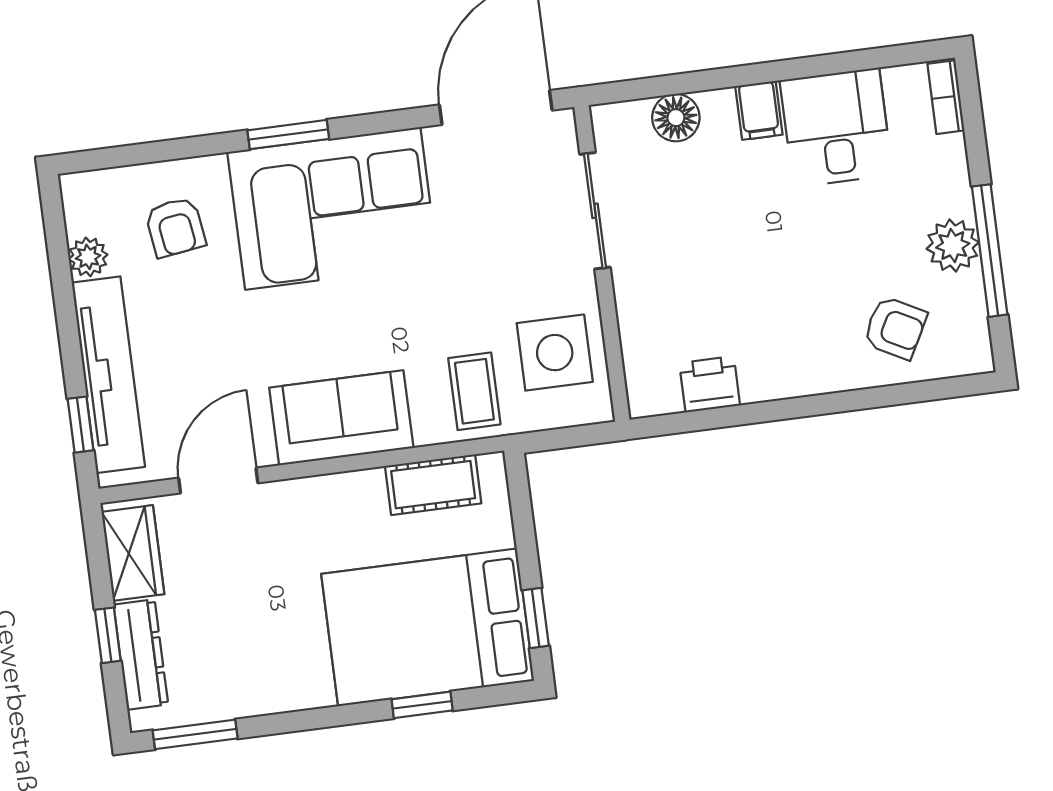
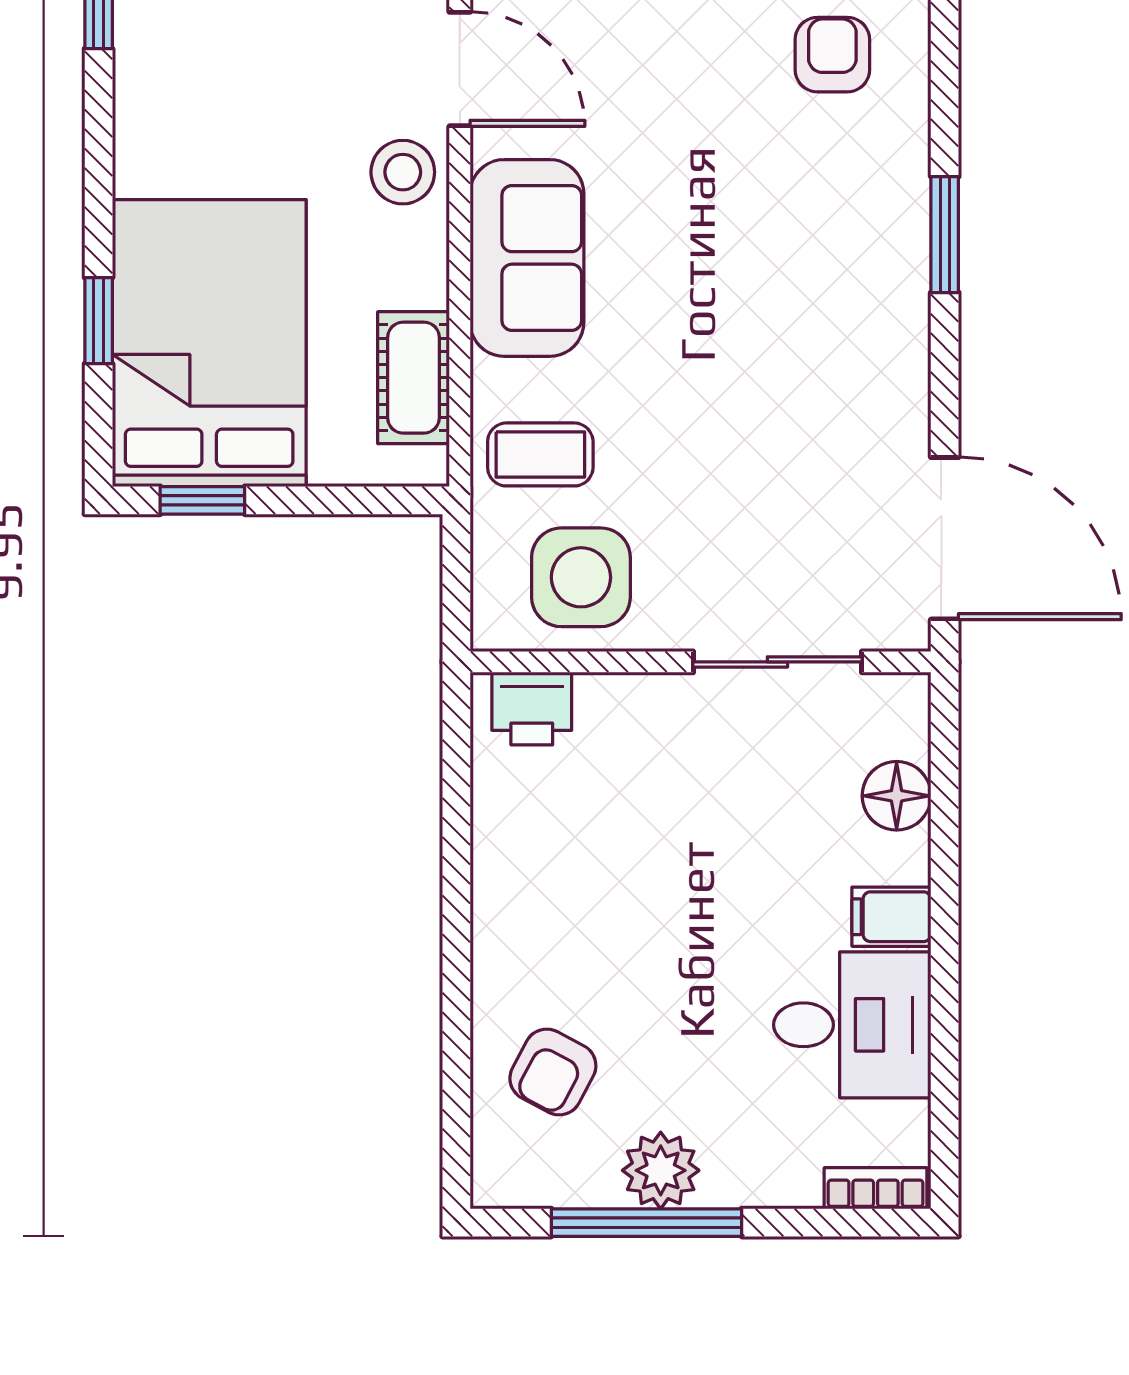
corner sofa: (333, 208) -> (830, 285), removed
armchair: (175, 227) -> (832, 55), turned 98
printer: (710, 384) -> (532, 709), moved, turned 90
stool: (294, 510) -> (403, 172), added

